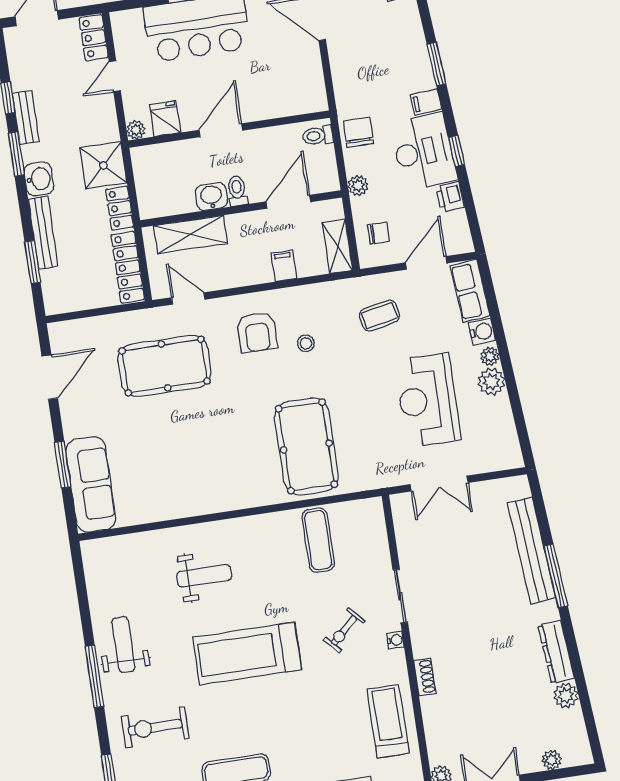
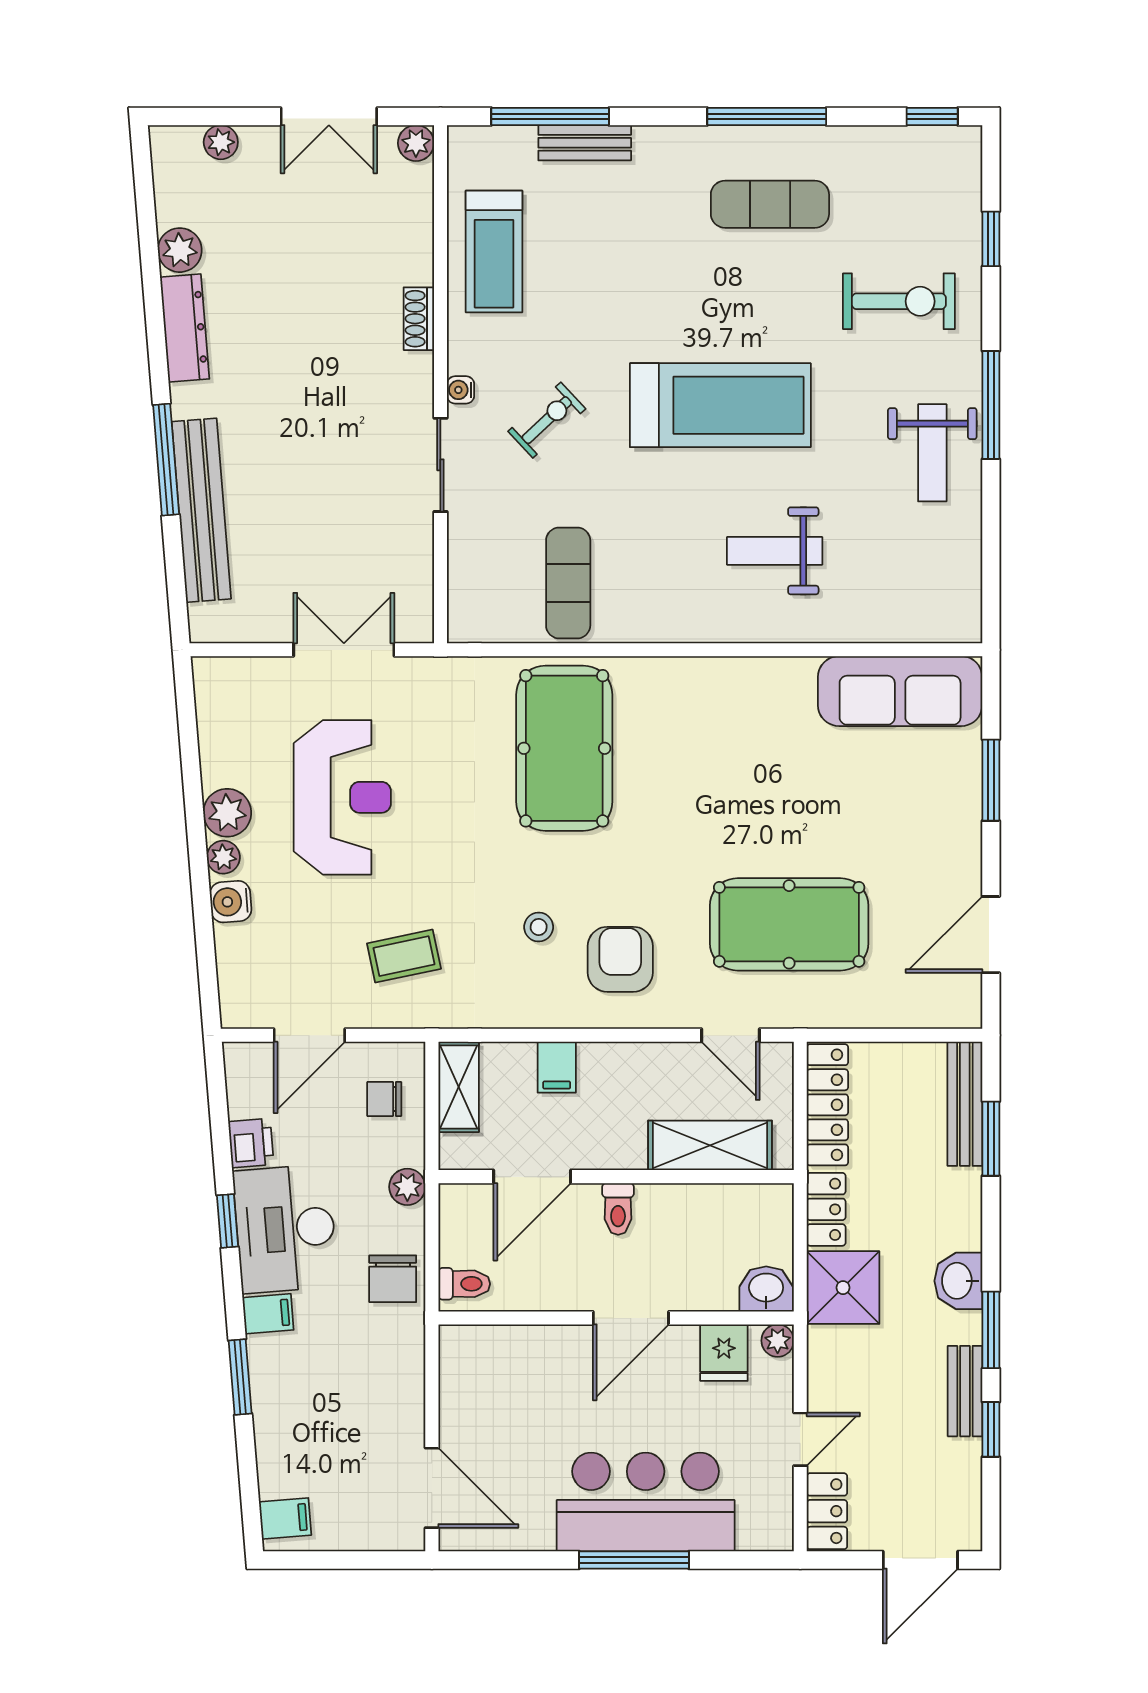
washbasin: (211, 197) -> (766, 1289), moved, turned 180
bench: (43, 233) -> (965, 1104), moved
row of seats: (470, 291) -> (241, 976), removed
sofa: (91, 484) -> (900, 691), moved, turned -90

